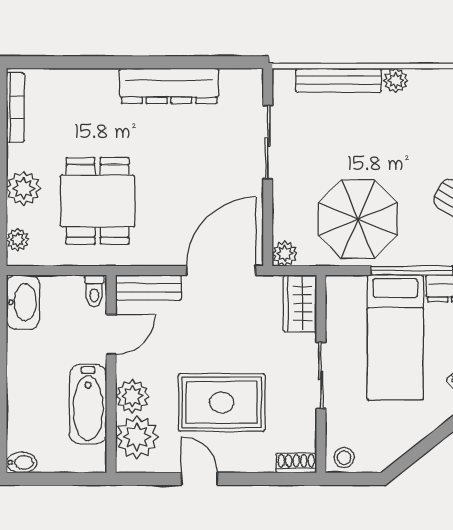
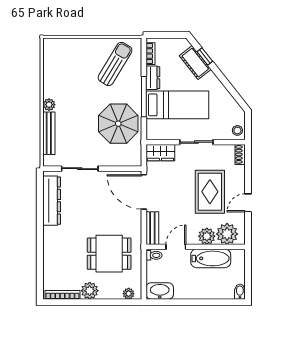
dresser: (169, 86) -> (52, 201), moved
plant: (24, 188) -> (90, 291), moved
plant: (285, 254) -> (135, 160), removed
door: (111, 335) -> (176, 247), hinge flipped

